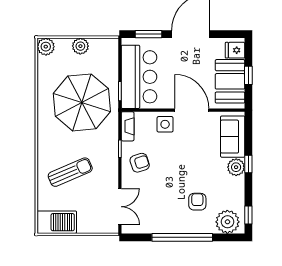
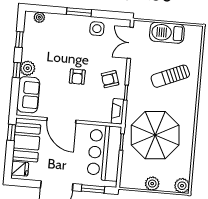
window: (248, 75) -> (11, 133), moved
side table: (165, 124) -> (97, 29), moved
armchair: (197, 202) -> (77, 77), moved
window: (248, 215) -> (19, 40), moved
barbecue: (57, 222) -> (167, 33), moved
plant: (227, 222) -> (39, 17), width x0.53, depth x0.53
window: (182, 237) -> (79, 12), width x0.47

